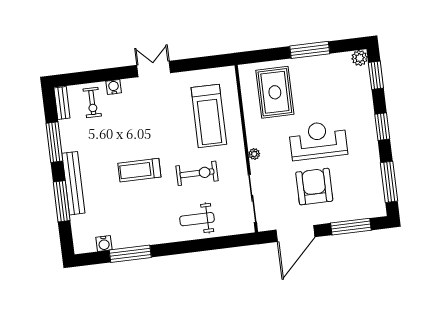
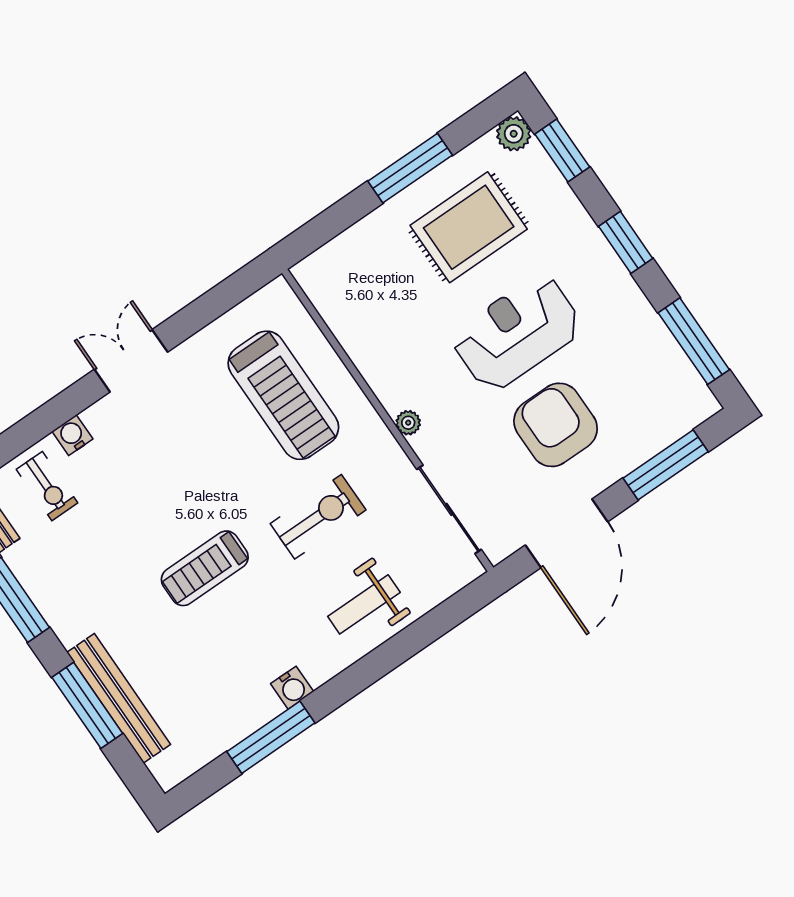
rug: (275, 92) -> (469, 227), moved, turned 90
bench: (73, 183) -> (119, 698), moved
water cooler: (104, 244) -> (292, 688), moved

